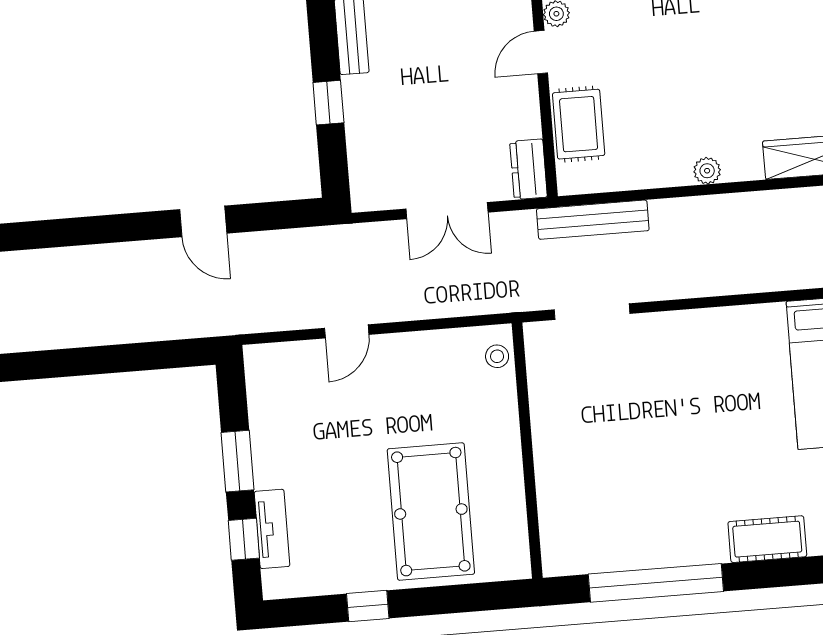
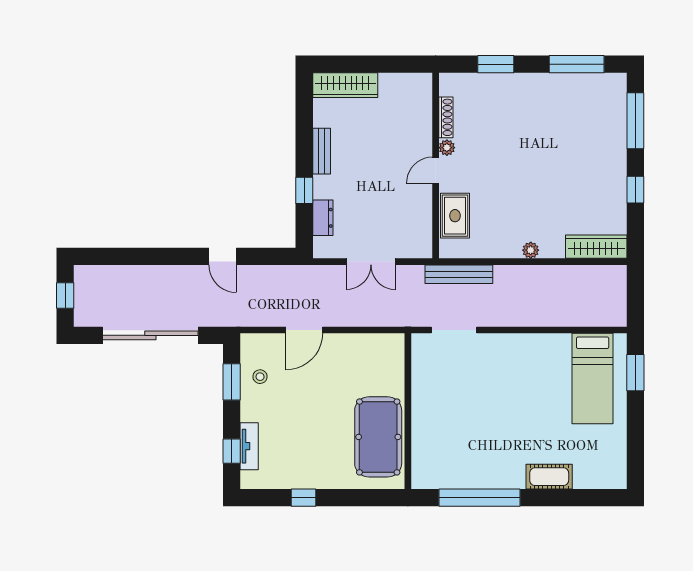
dresser: (529, 169) -> (323, 218), moved, turned 180
door: (347, 331) -> (304, 330), width x1.38
stool: (497, 356) -> (260, 377), moved
sliding door: (95, 360) -> (150, 335), added
window: (238, 461) -> (232, 382), moved
pool table: (431, 512) -> (378, 437), moved

